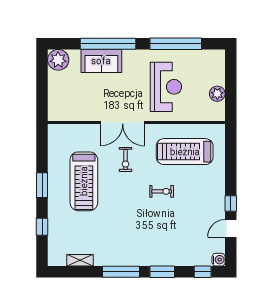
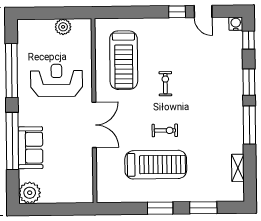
exercise bike: (126, 160) -> (165, 130), moved
window: (42, 227) -> (203, 208), width x1.50

